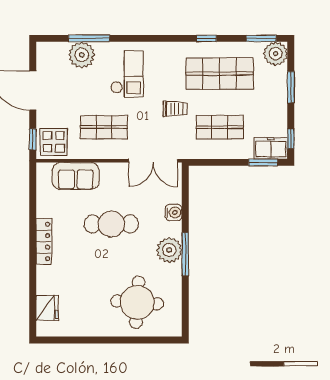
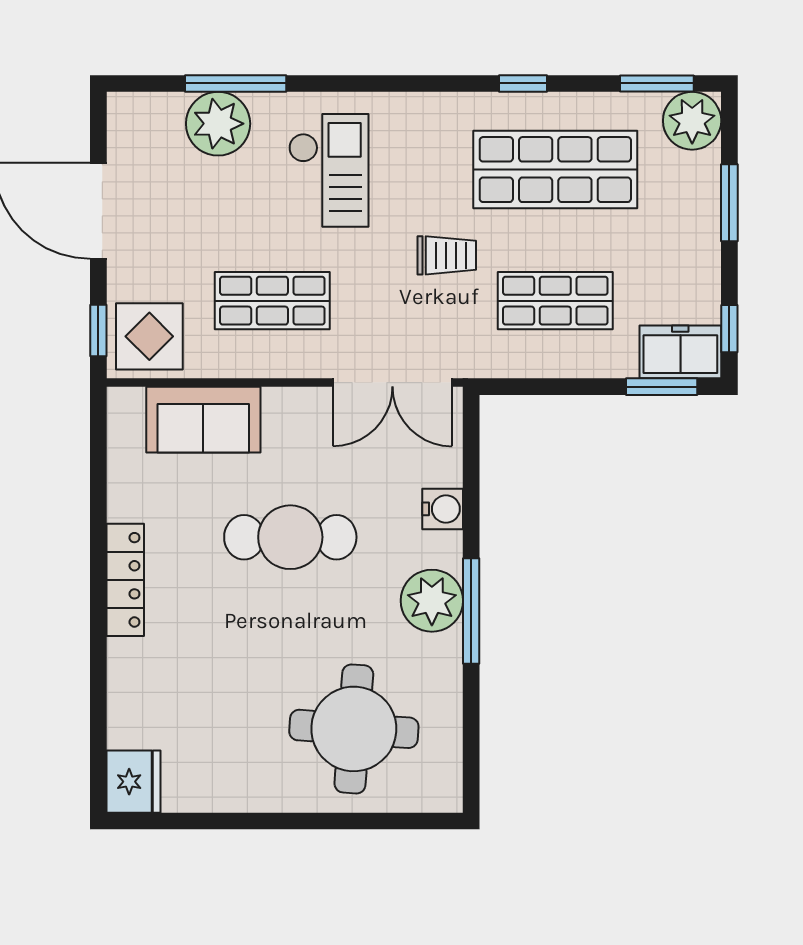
fridge: (47, 308) -> (133, 782), moved

